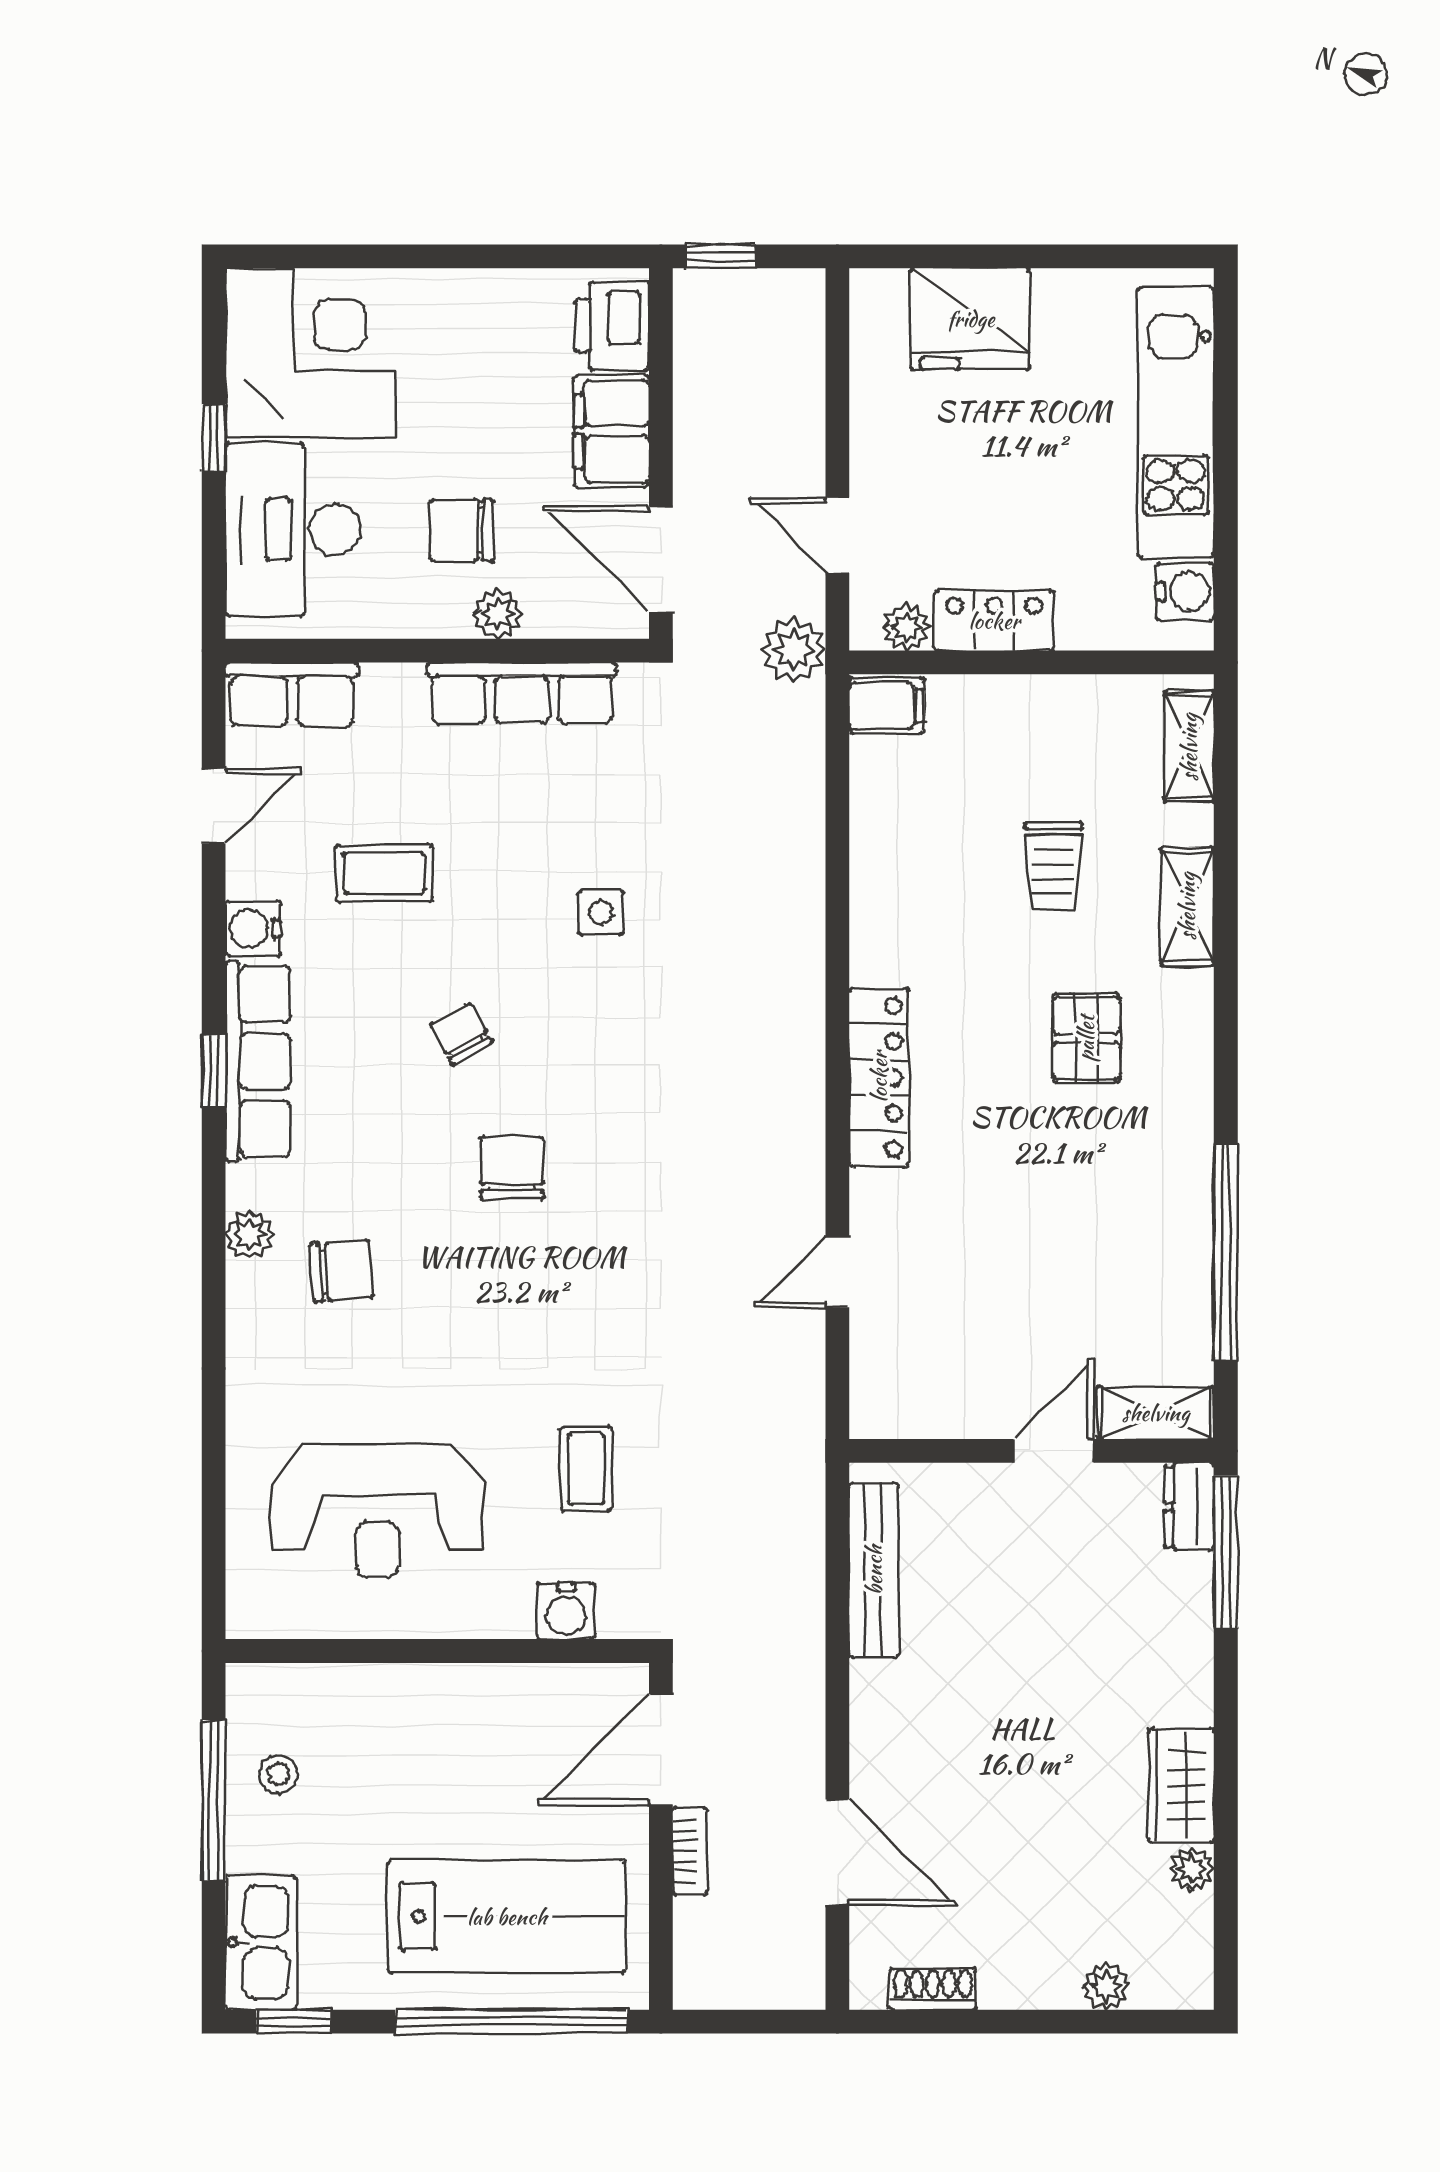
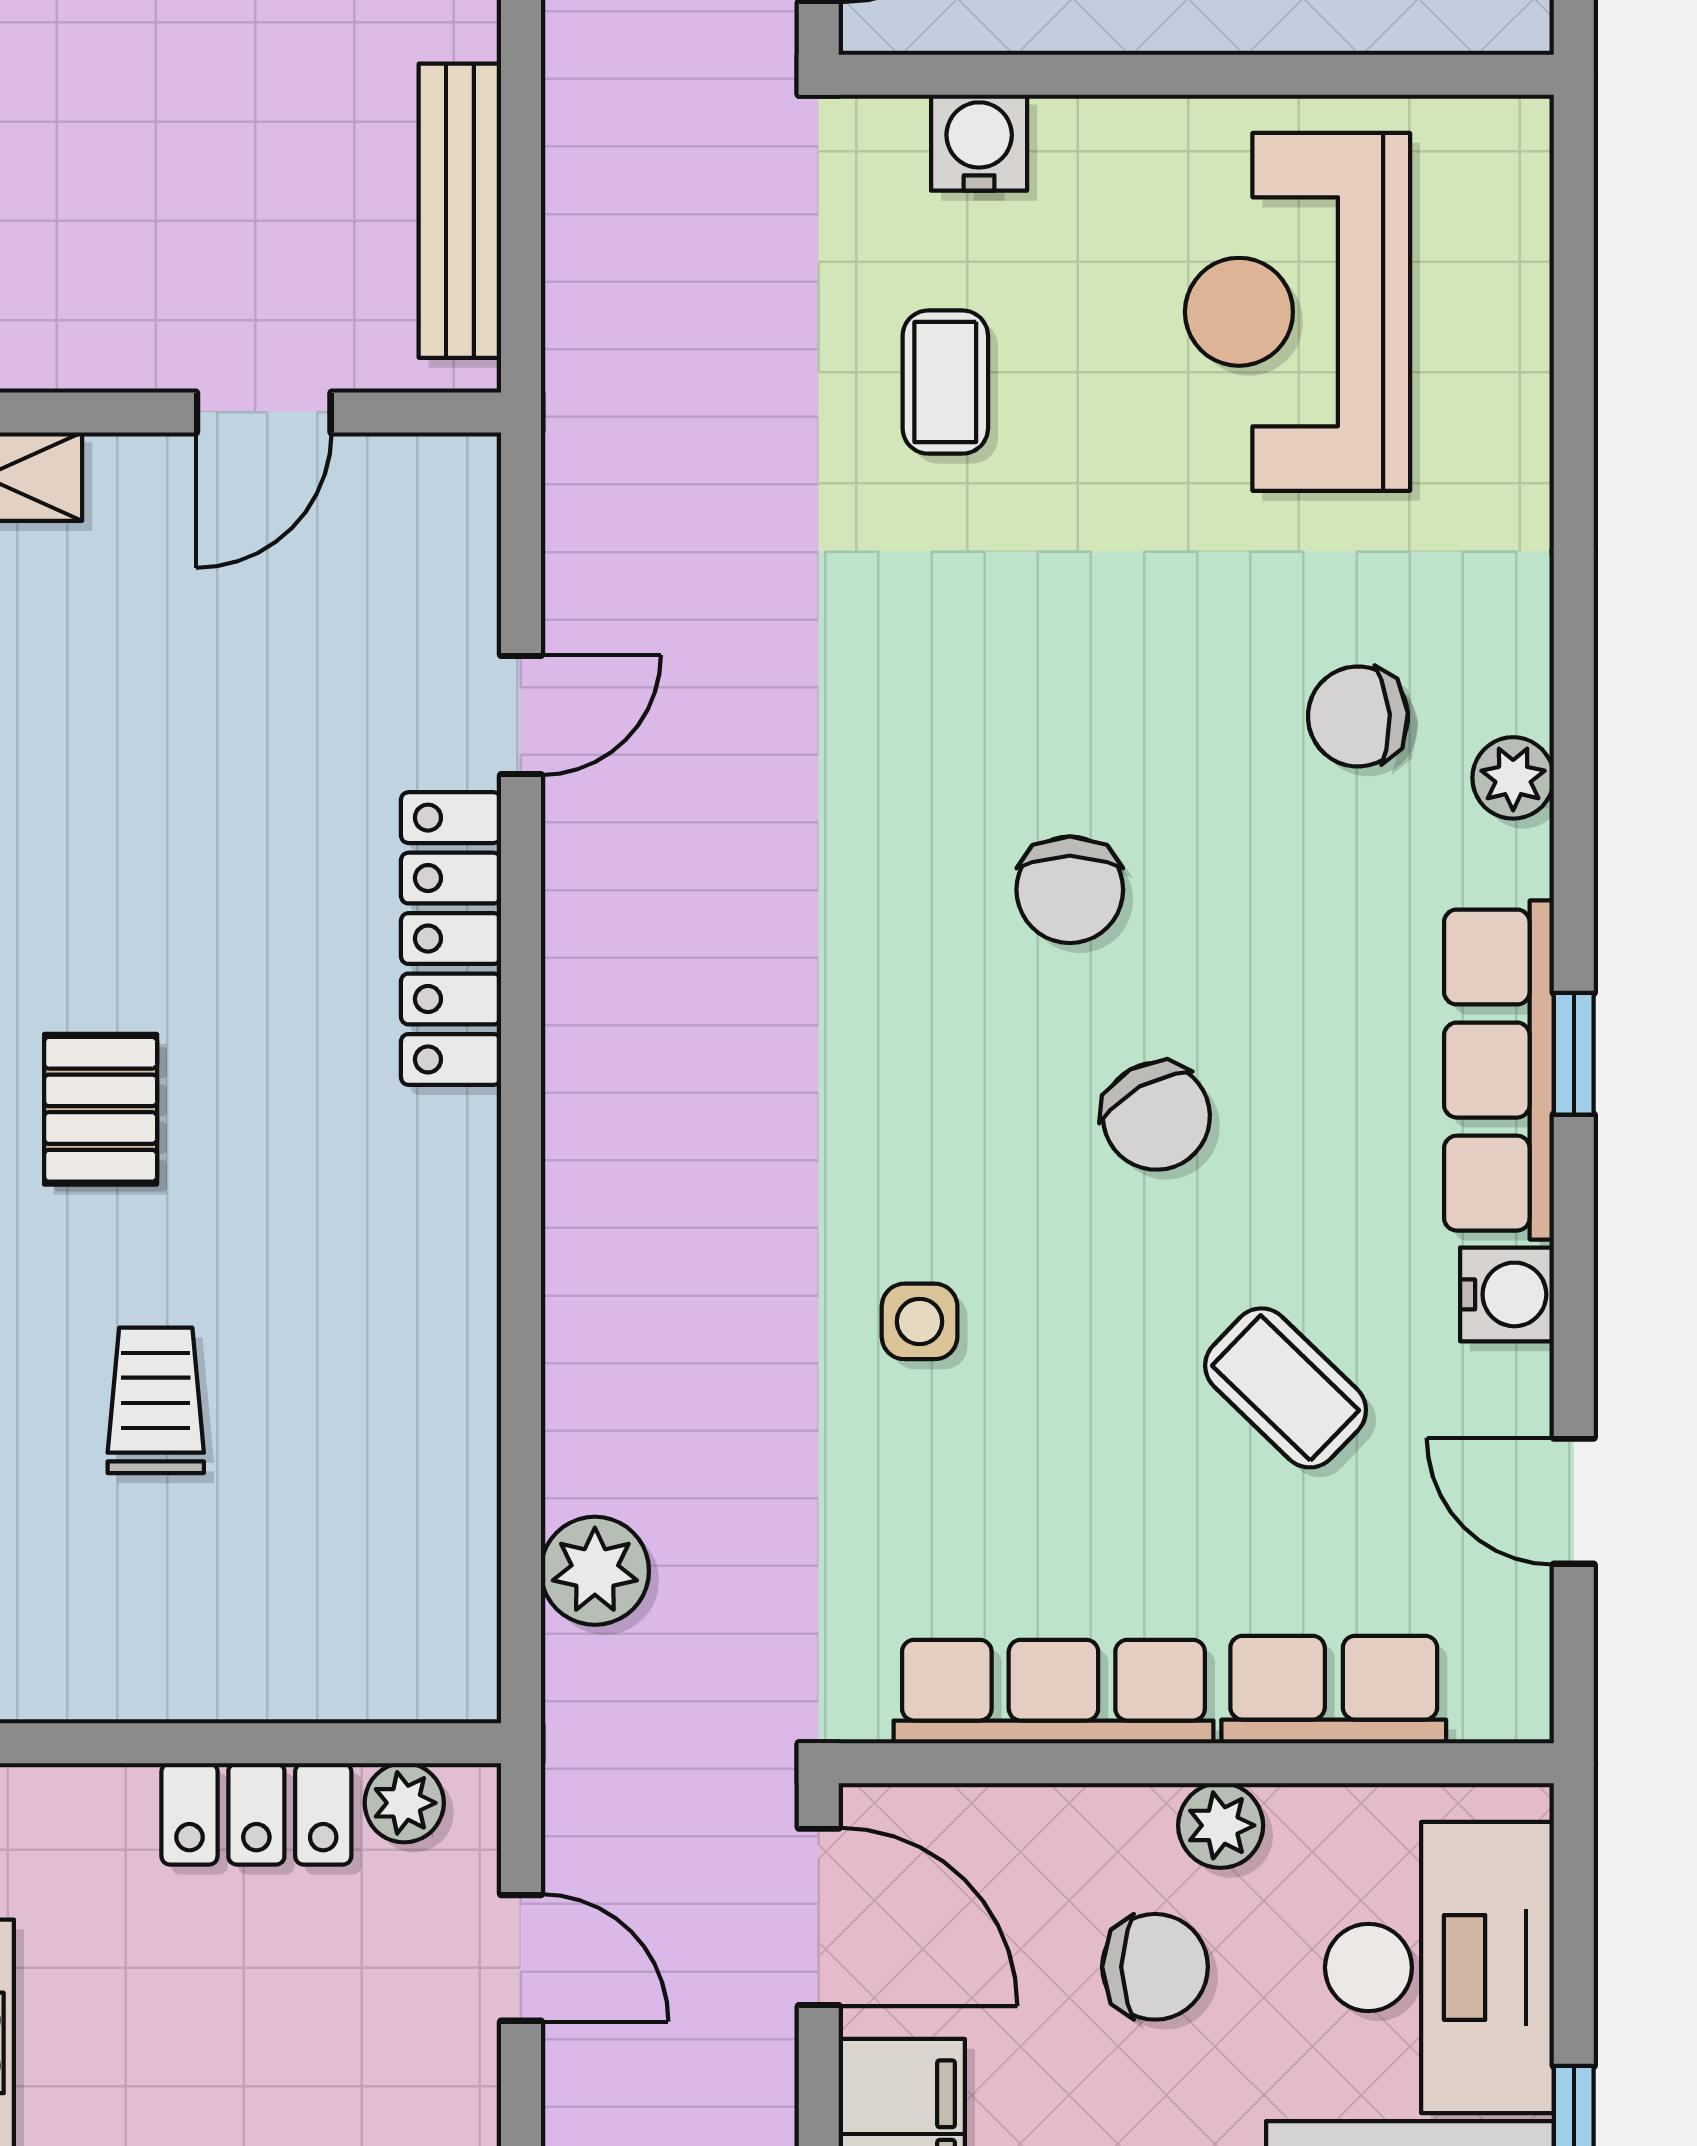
plant: (498, 614) -> (1221, 1825), moved
plant: (794, 650) -> (595, 1571), moved
row of seats: (292, 694) -> (1334, 1690), moved
filing cabinet: (887, 706) -> (438, 1670), removed
door: (214, 806) -> (1574, 1501), hinge flipped
coffee table: (384, 873) -> (1286, 1388), turned 44
chair: (461, 1034) -> (1156, 1116), width x1.37, depth x1.37
locker: (879, 1077) -> (451, 939), moved
door: (1053, 1451) -> (264, 412), moved
reception desk: (377, 1511) -> (1297, 312), turned -90

